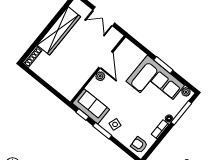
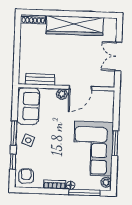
bench: (78, 84) -> (40, 79), added
window: (82, 115) -> (13, 162), moved

